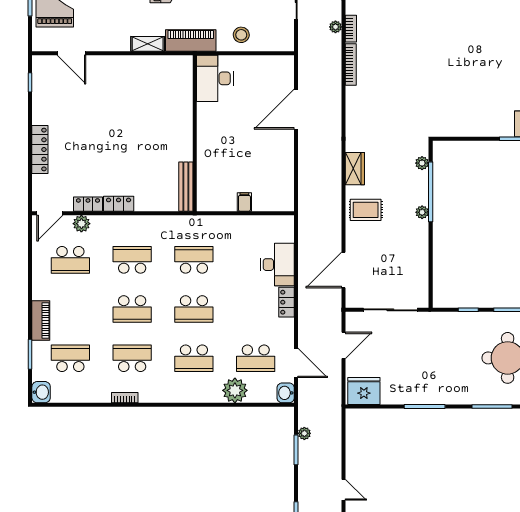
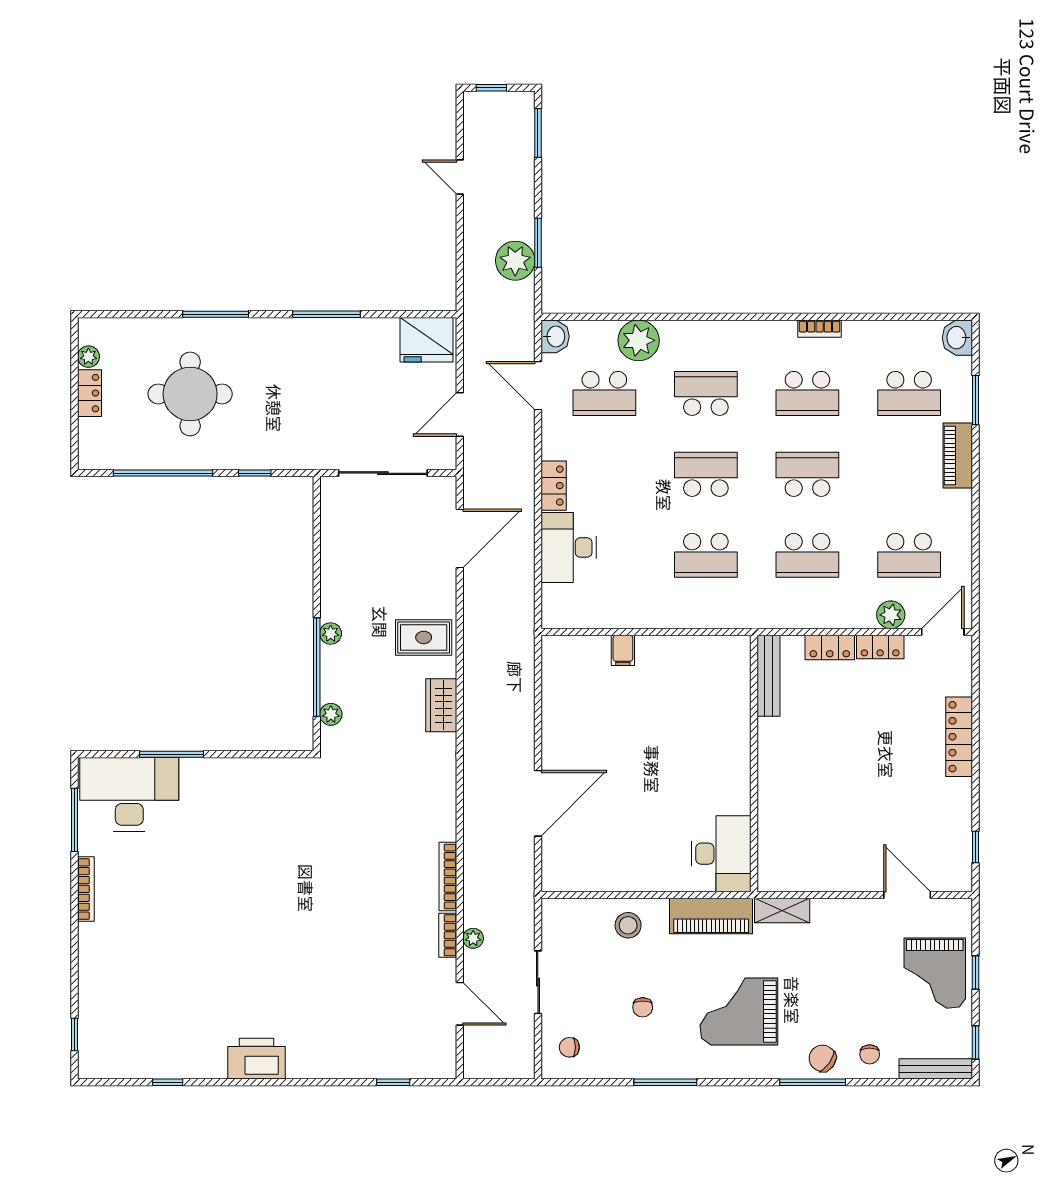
desk: (215, 78) -> (721, 854), moved
wall: (195, 133) -> (754, 763), moved
bench: (186, 187) -> (769, 676), moved
school desk: (70, 260) -> (909, 555), turned 180
school desk: (256, 358) -> (604, 393), turned 180
plant: (304, 433) -> (515, 261), width x1.87, depth x1.87

